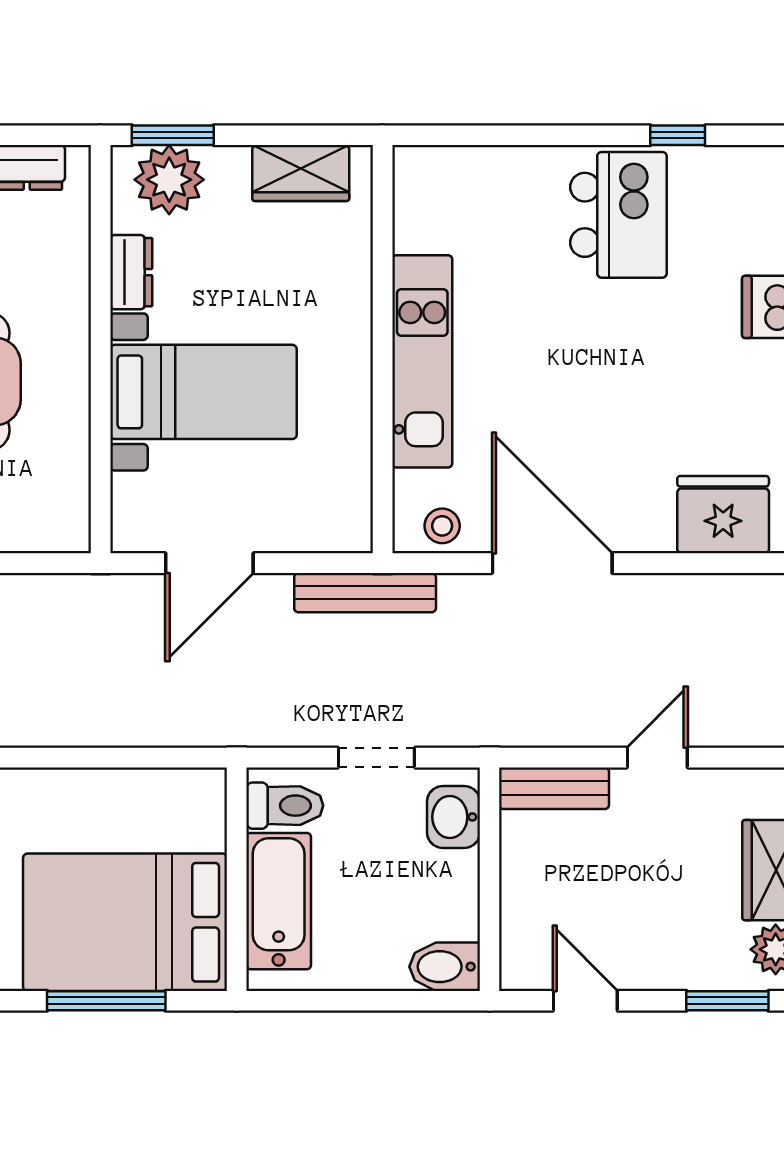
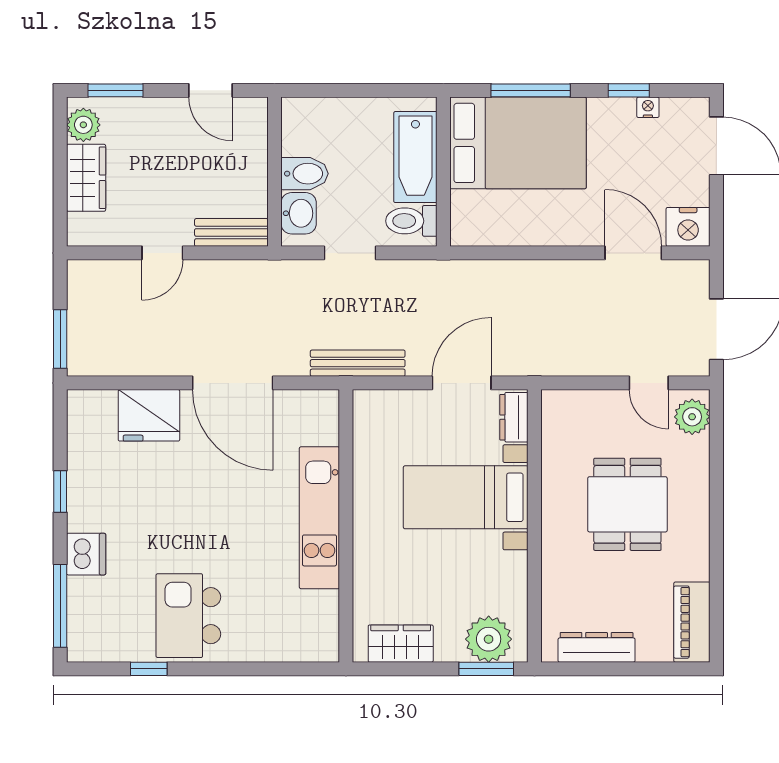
dresser: (131, 272) -> (514, 417), moved
fridge: (723, 515) -> (149, 415), moved
stool: (442, 526) -> (306, 408), removed
bidet: (445, 967) -> (305, 174), moved

